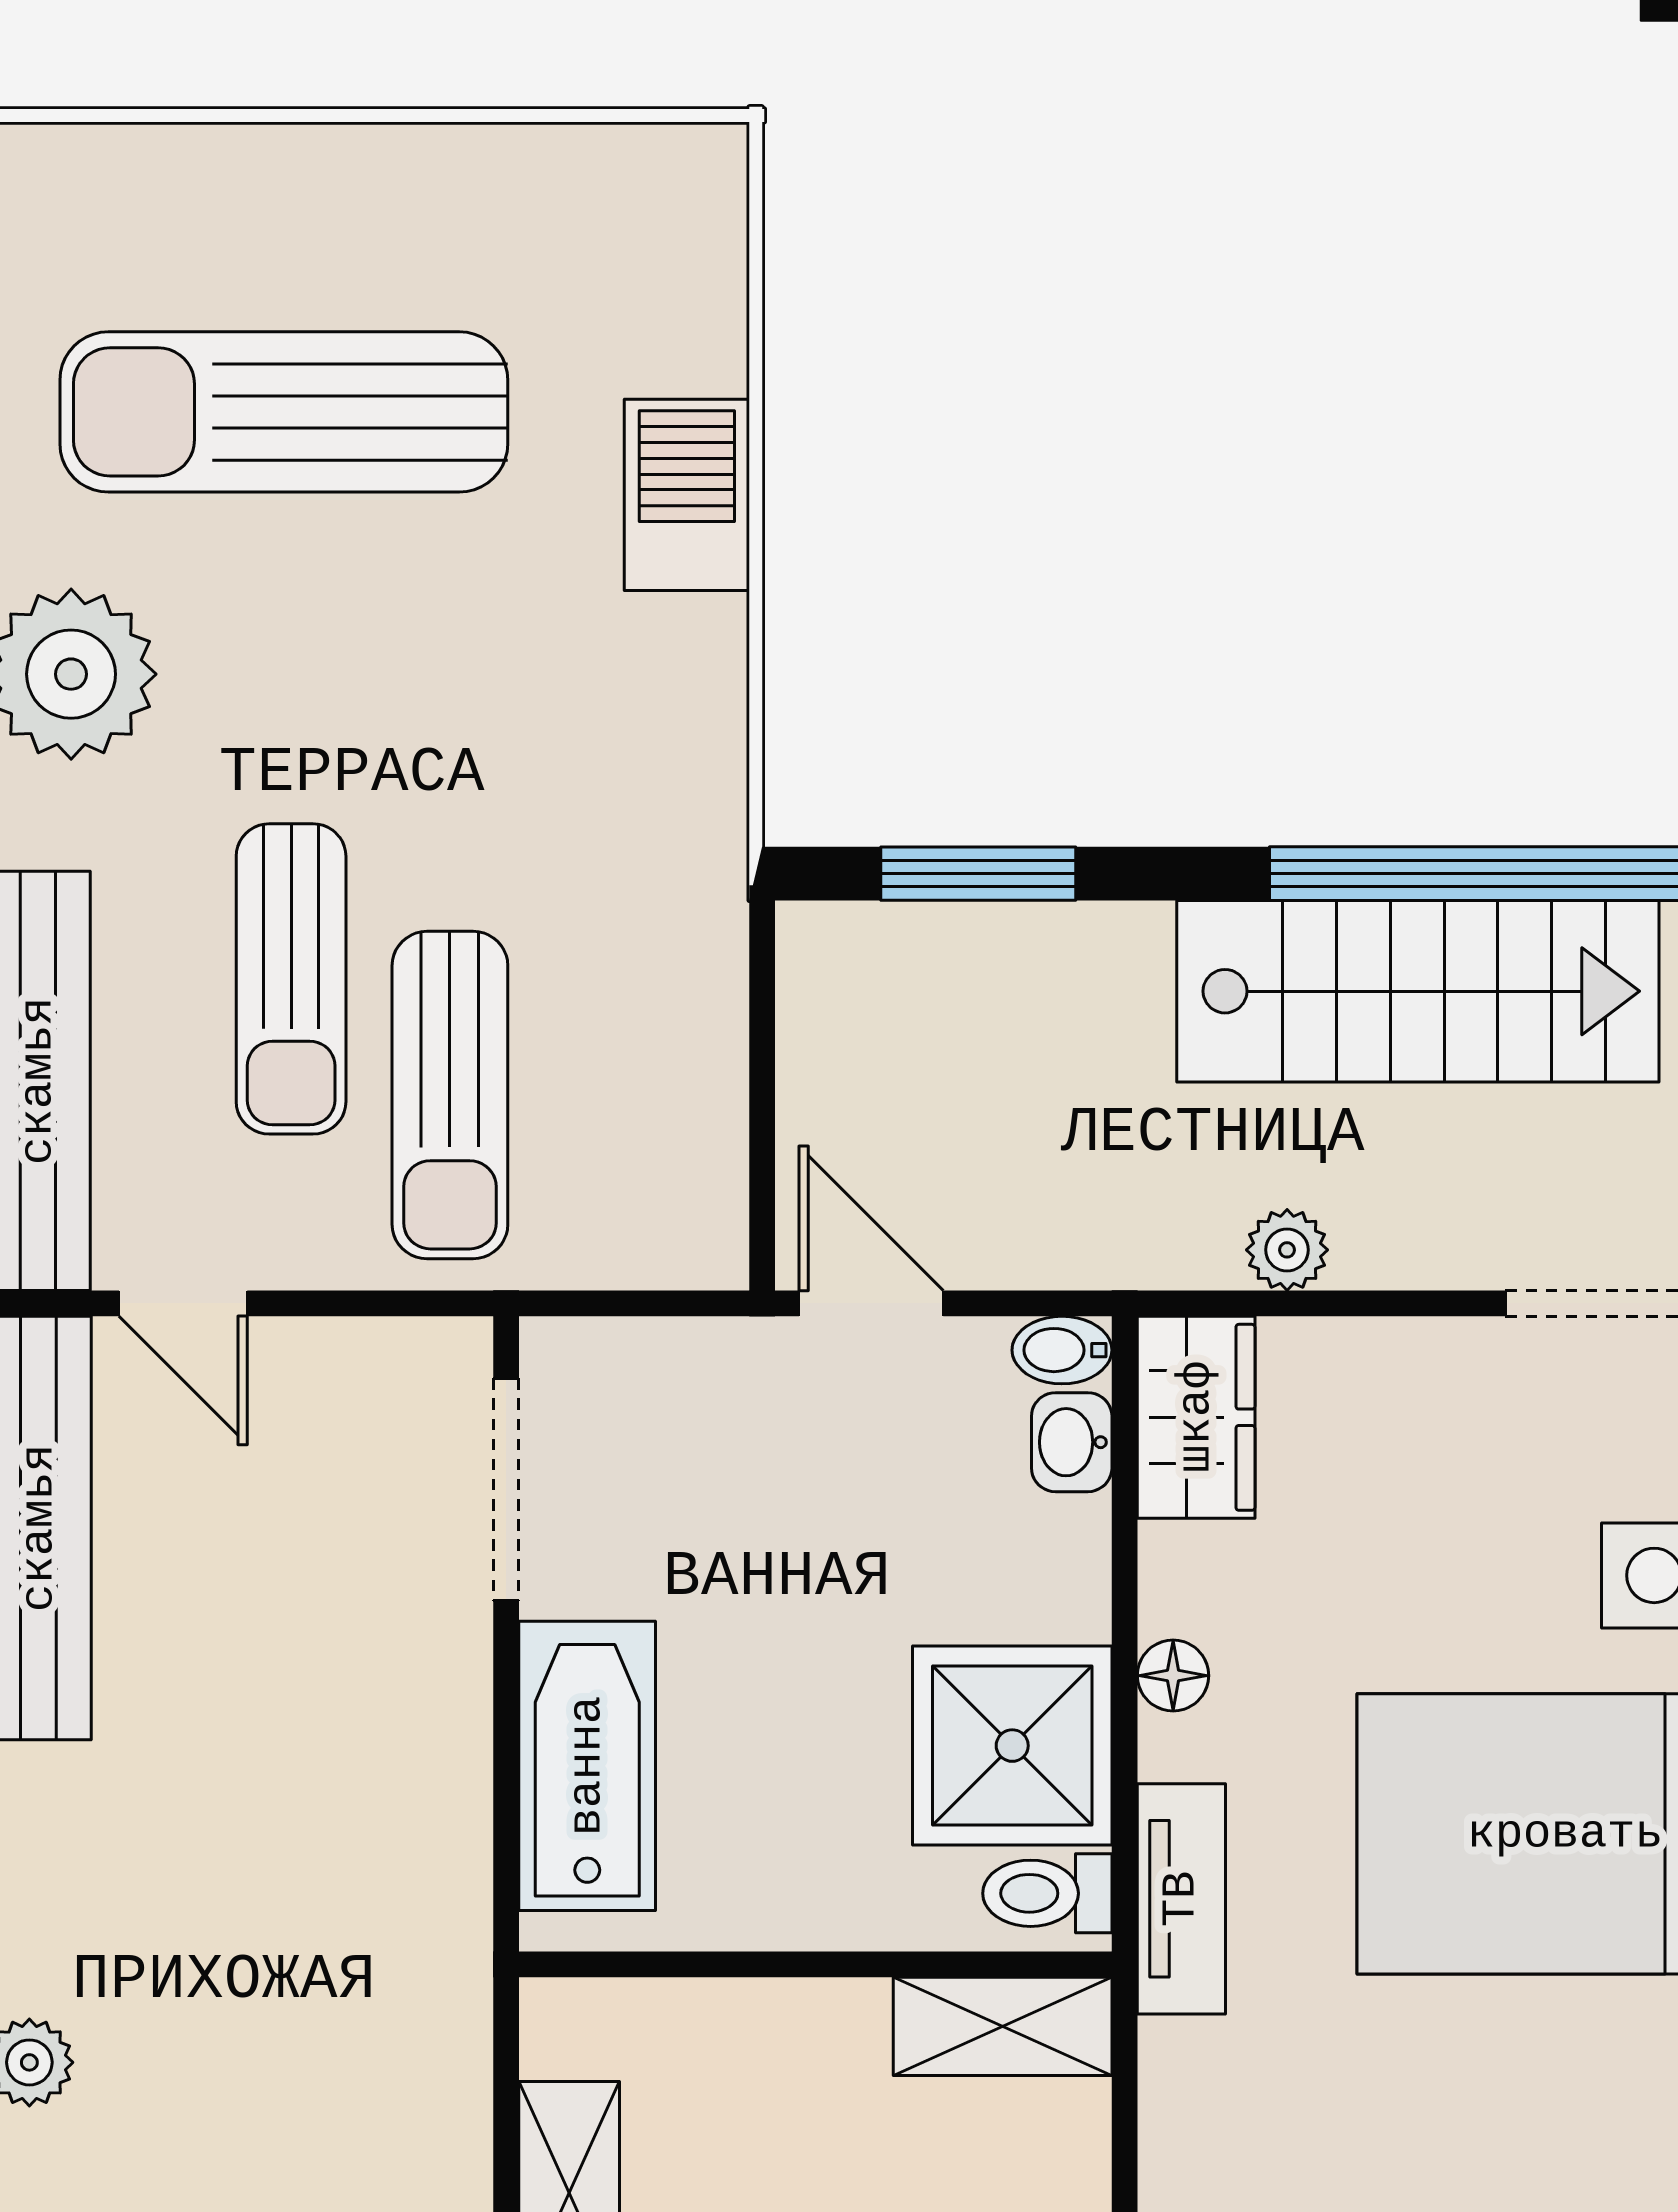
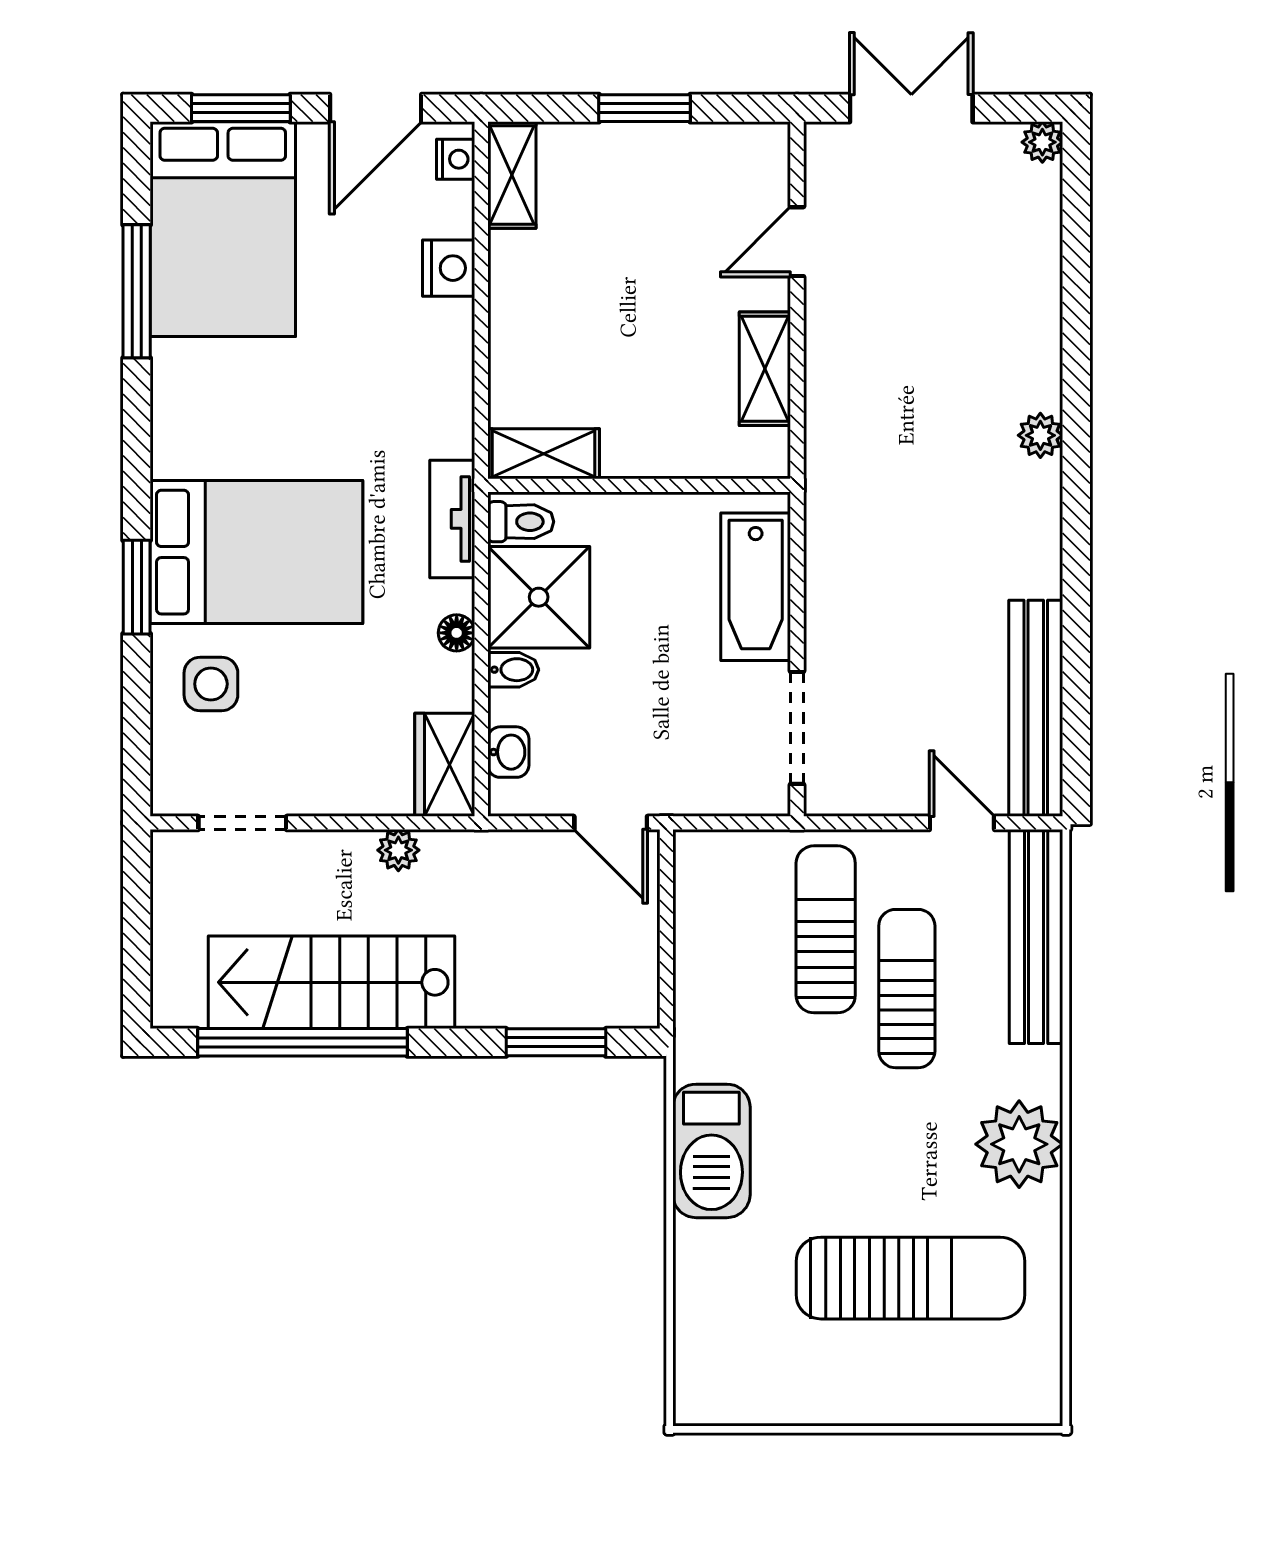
barbecue: (687, 495) -> (711, 1151), moved, width x1.37, depth x1.21
bidet: (1062, 1350) -> (513, 670), moved

